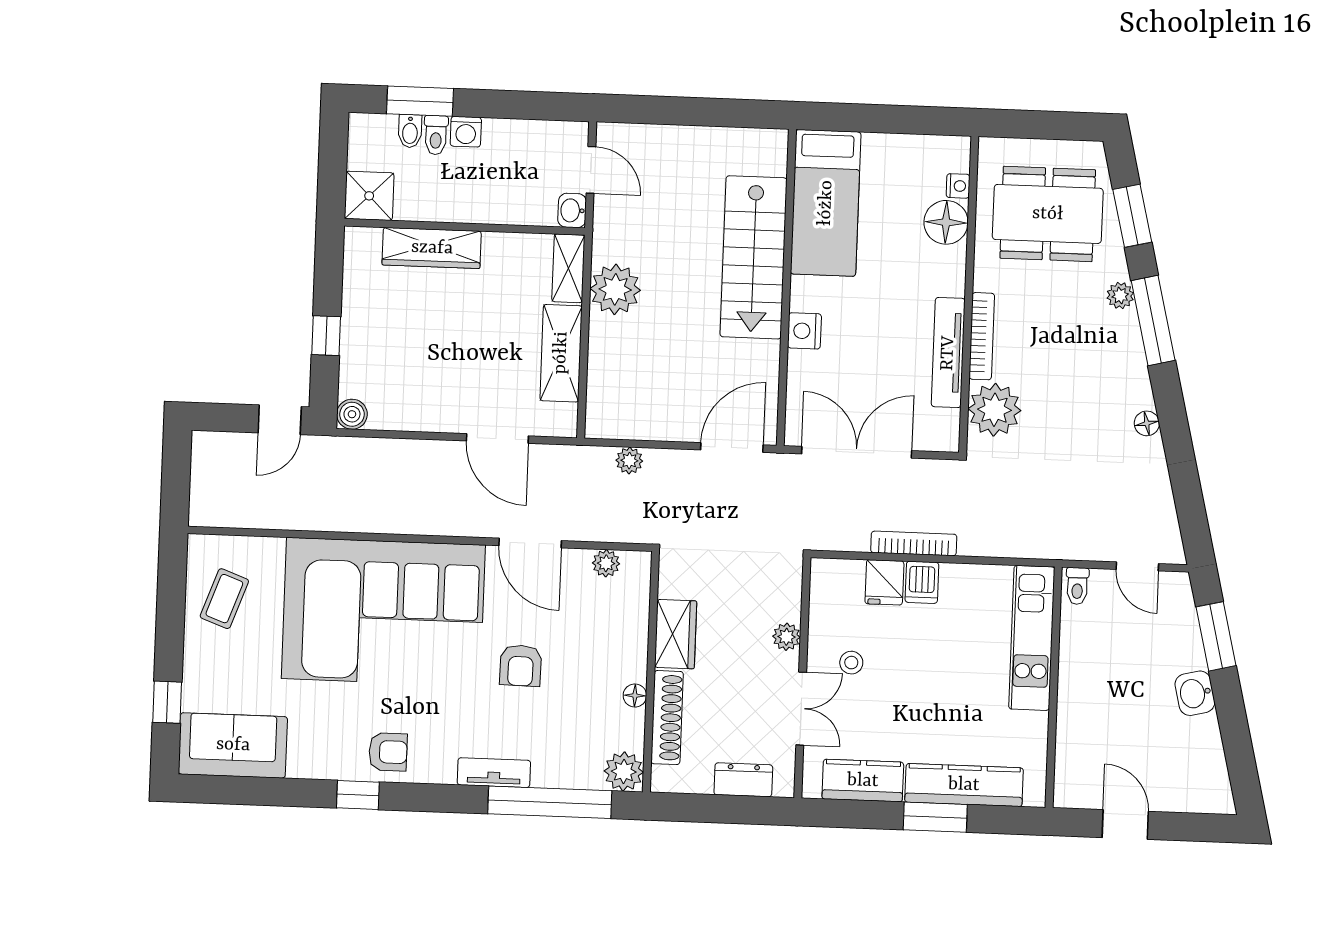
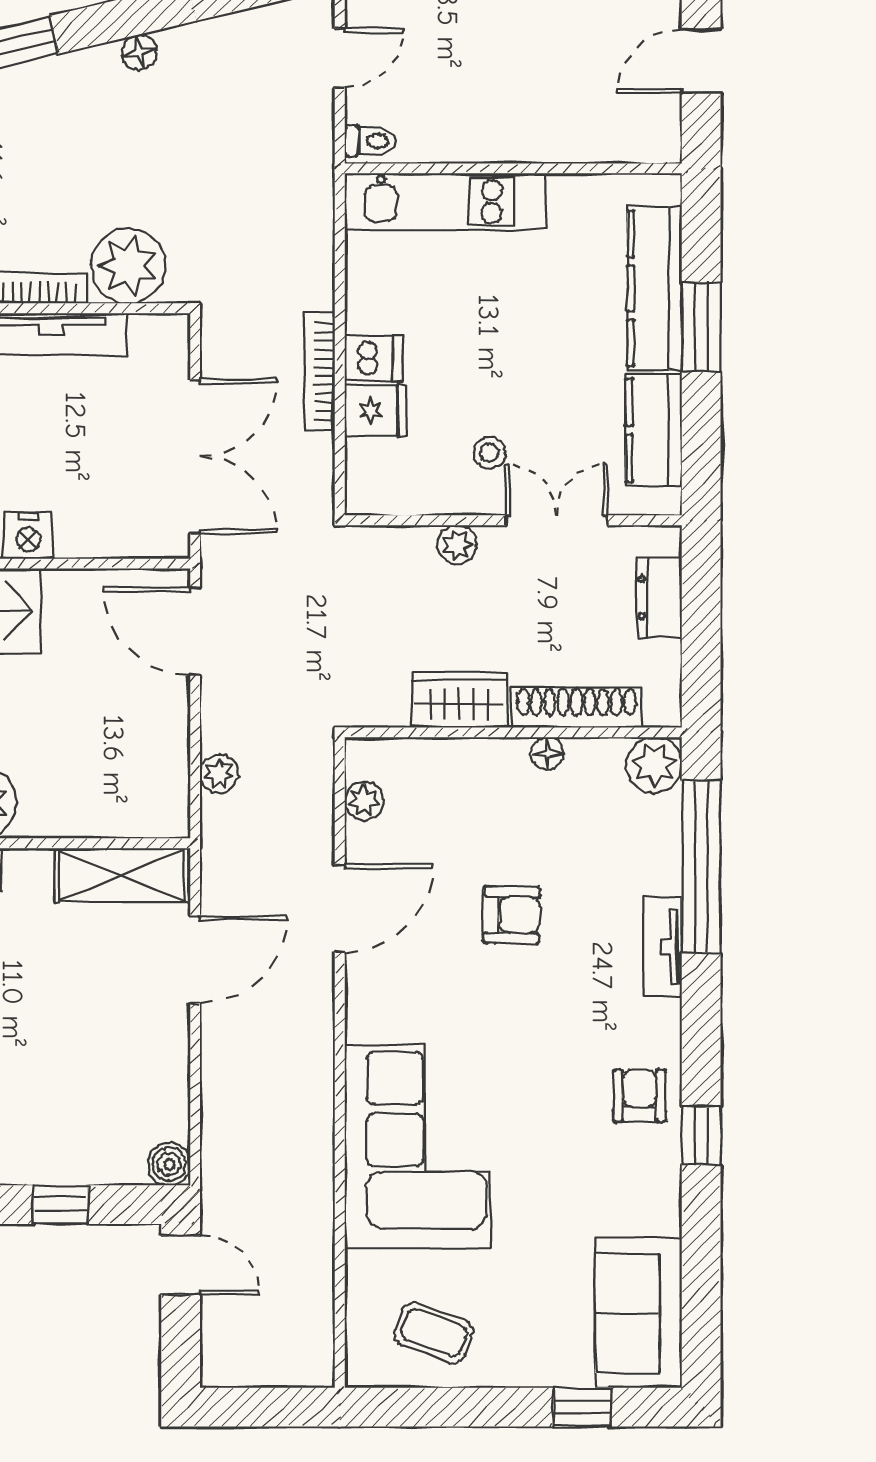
shelving: (561, 353) -> (122, 875), moved
double door: (857, 452) -> (195, 457), swing flipped
corner sofa: (383, 612) -> (417, 1147), width x0.73, depth x0.74

